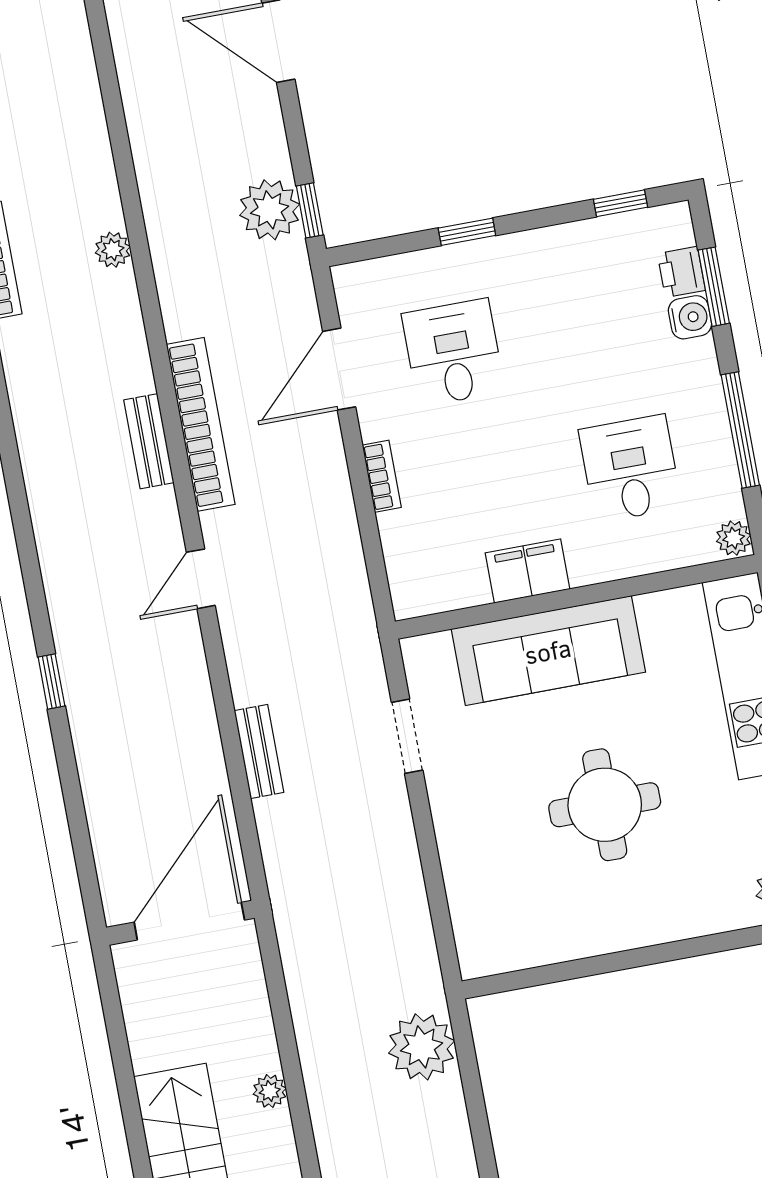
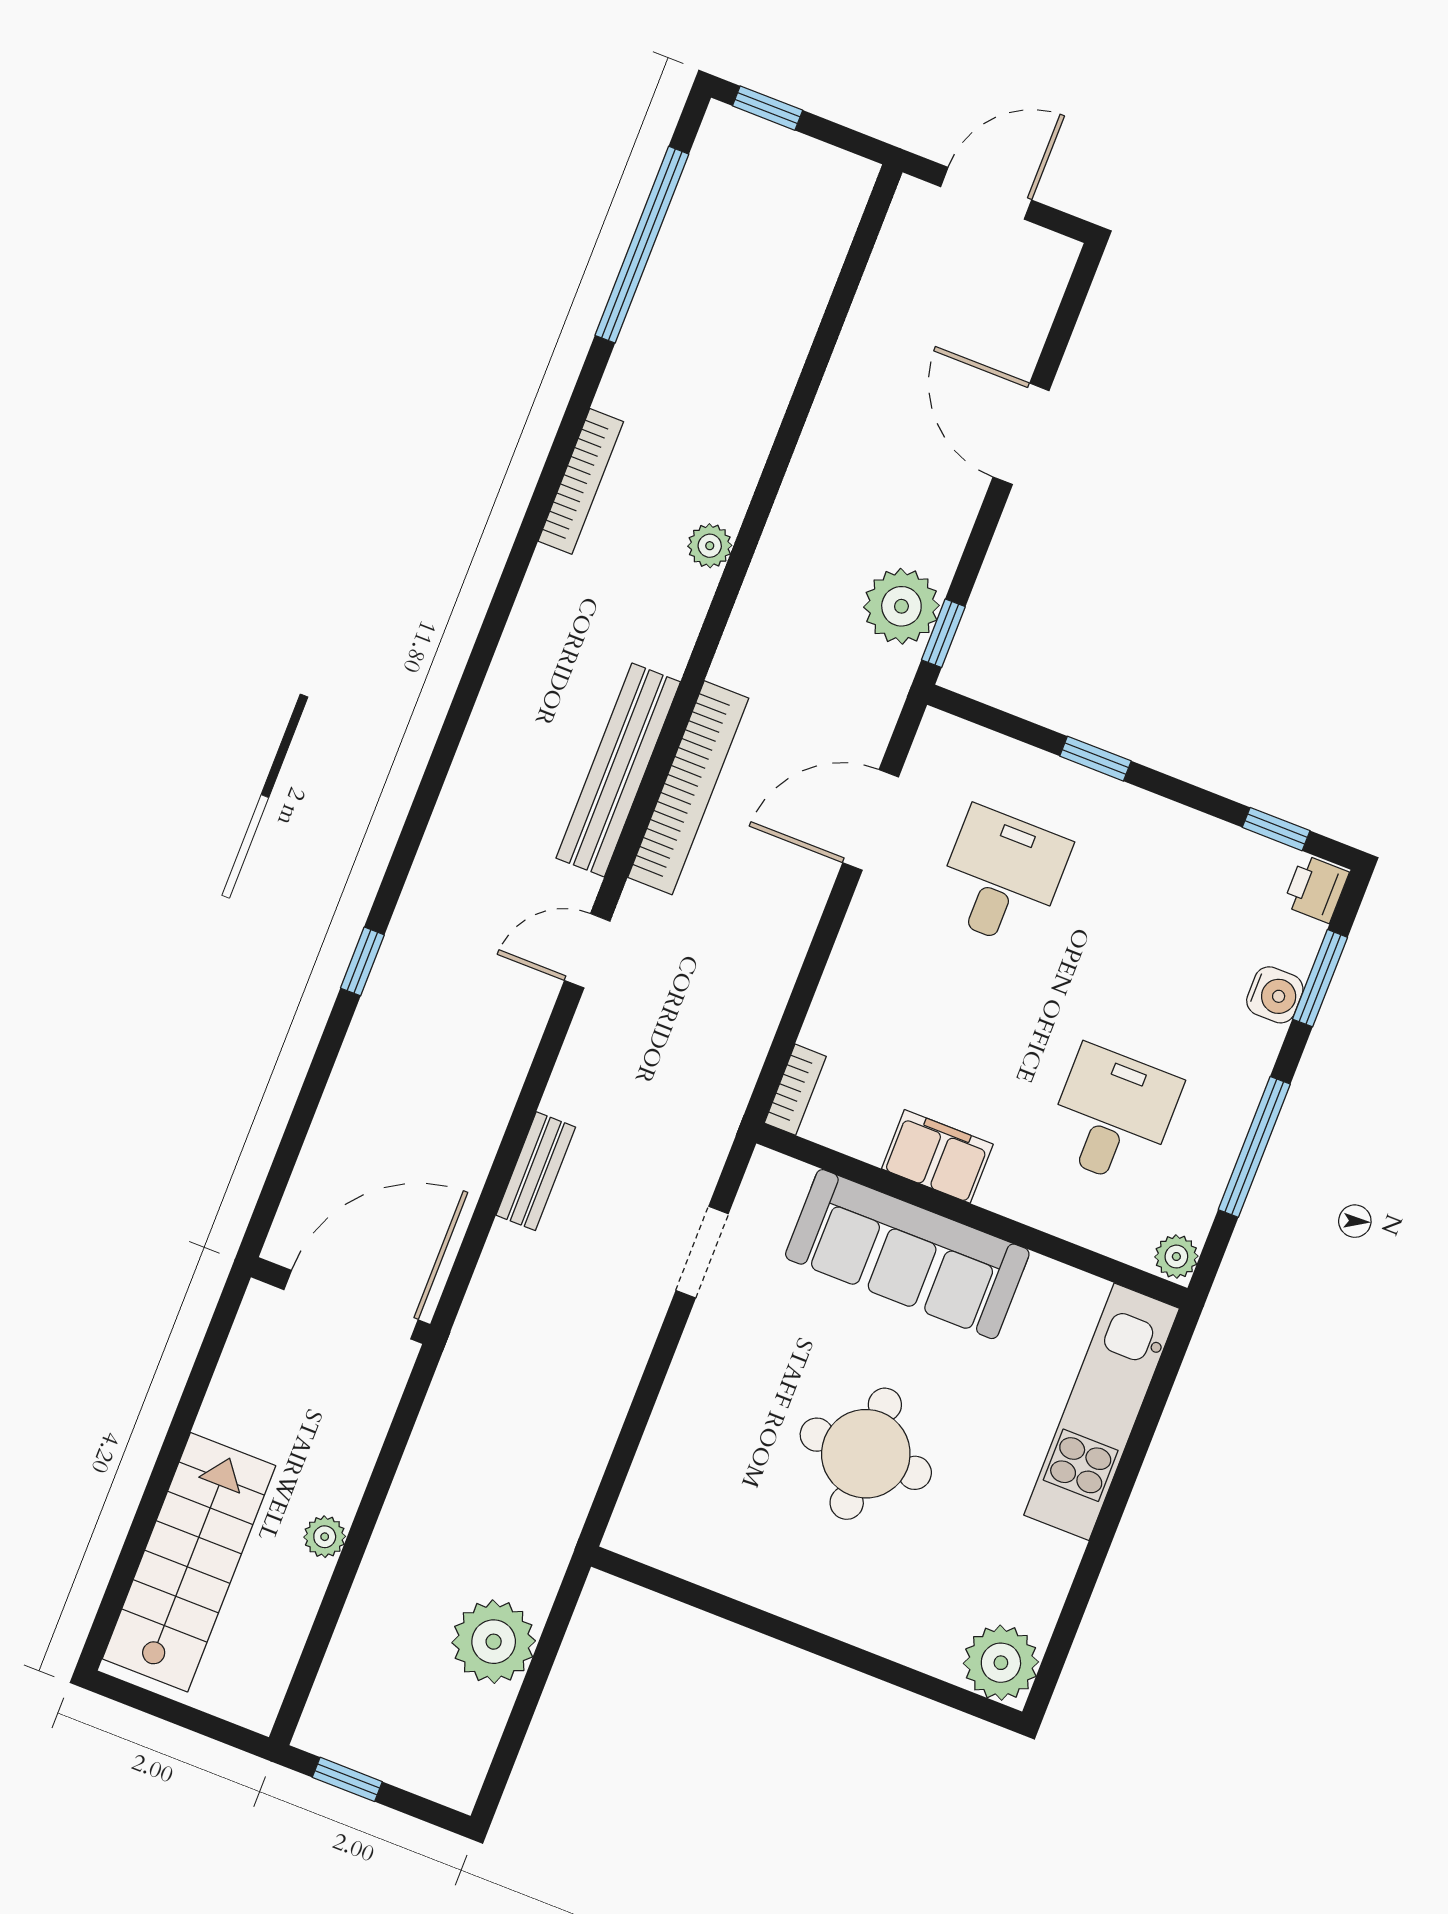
printer: (681, 272) -> (1316, 889), moved
bench: (149, 441) -> (618, 770), width x1.86, depth x1.21
bookcase: (382, 476) -> (795, 1090), moved
plant: (422, 1047) -> (494, 1642), moved

